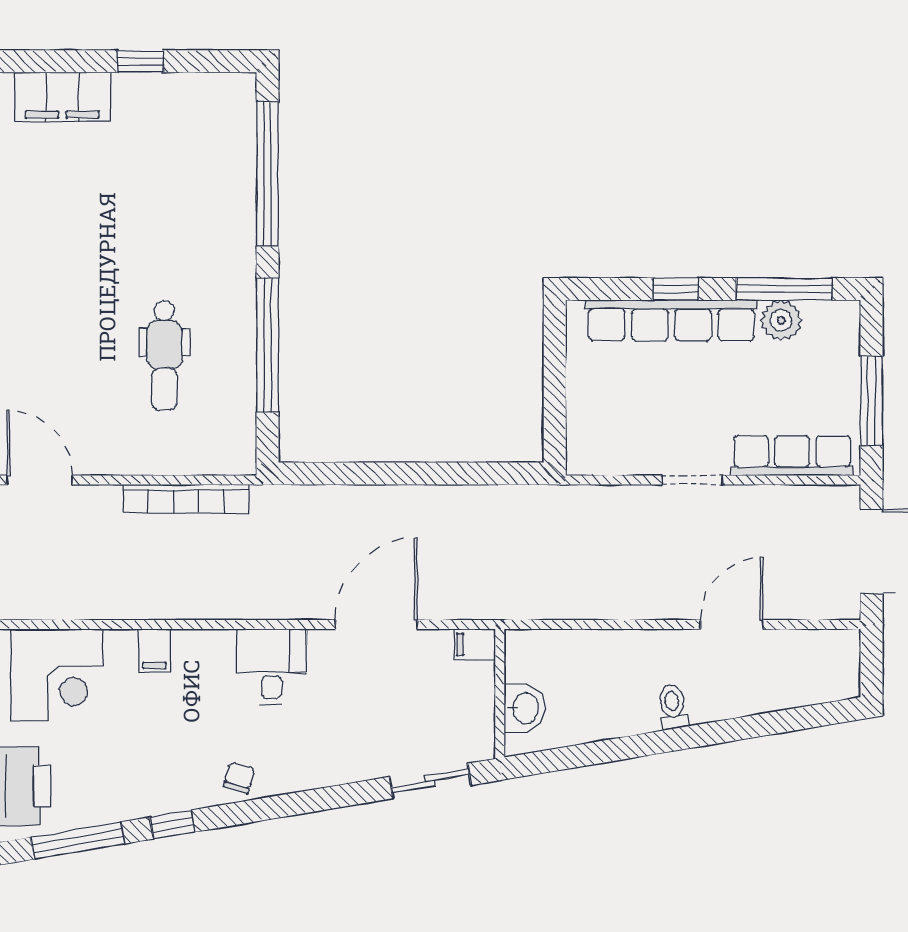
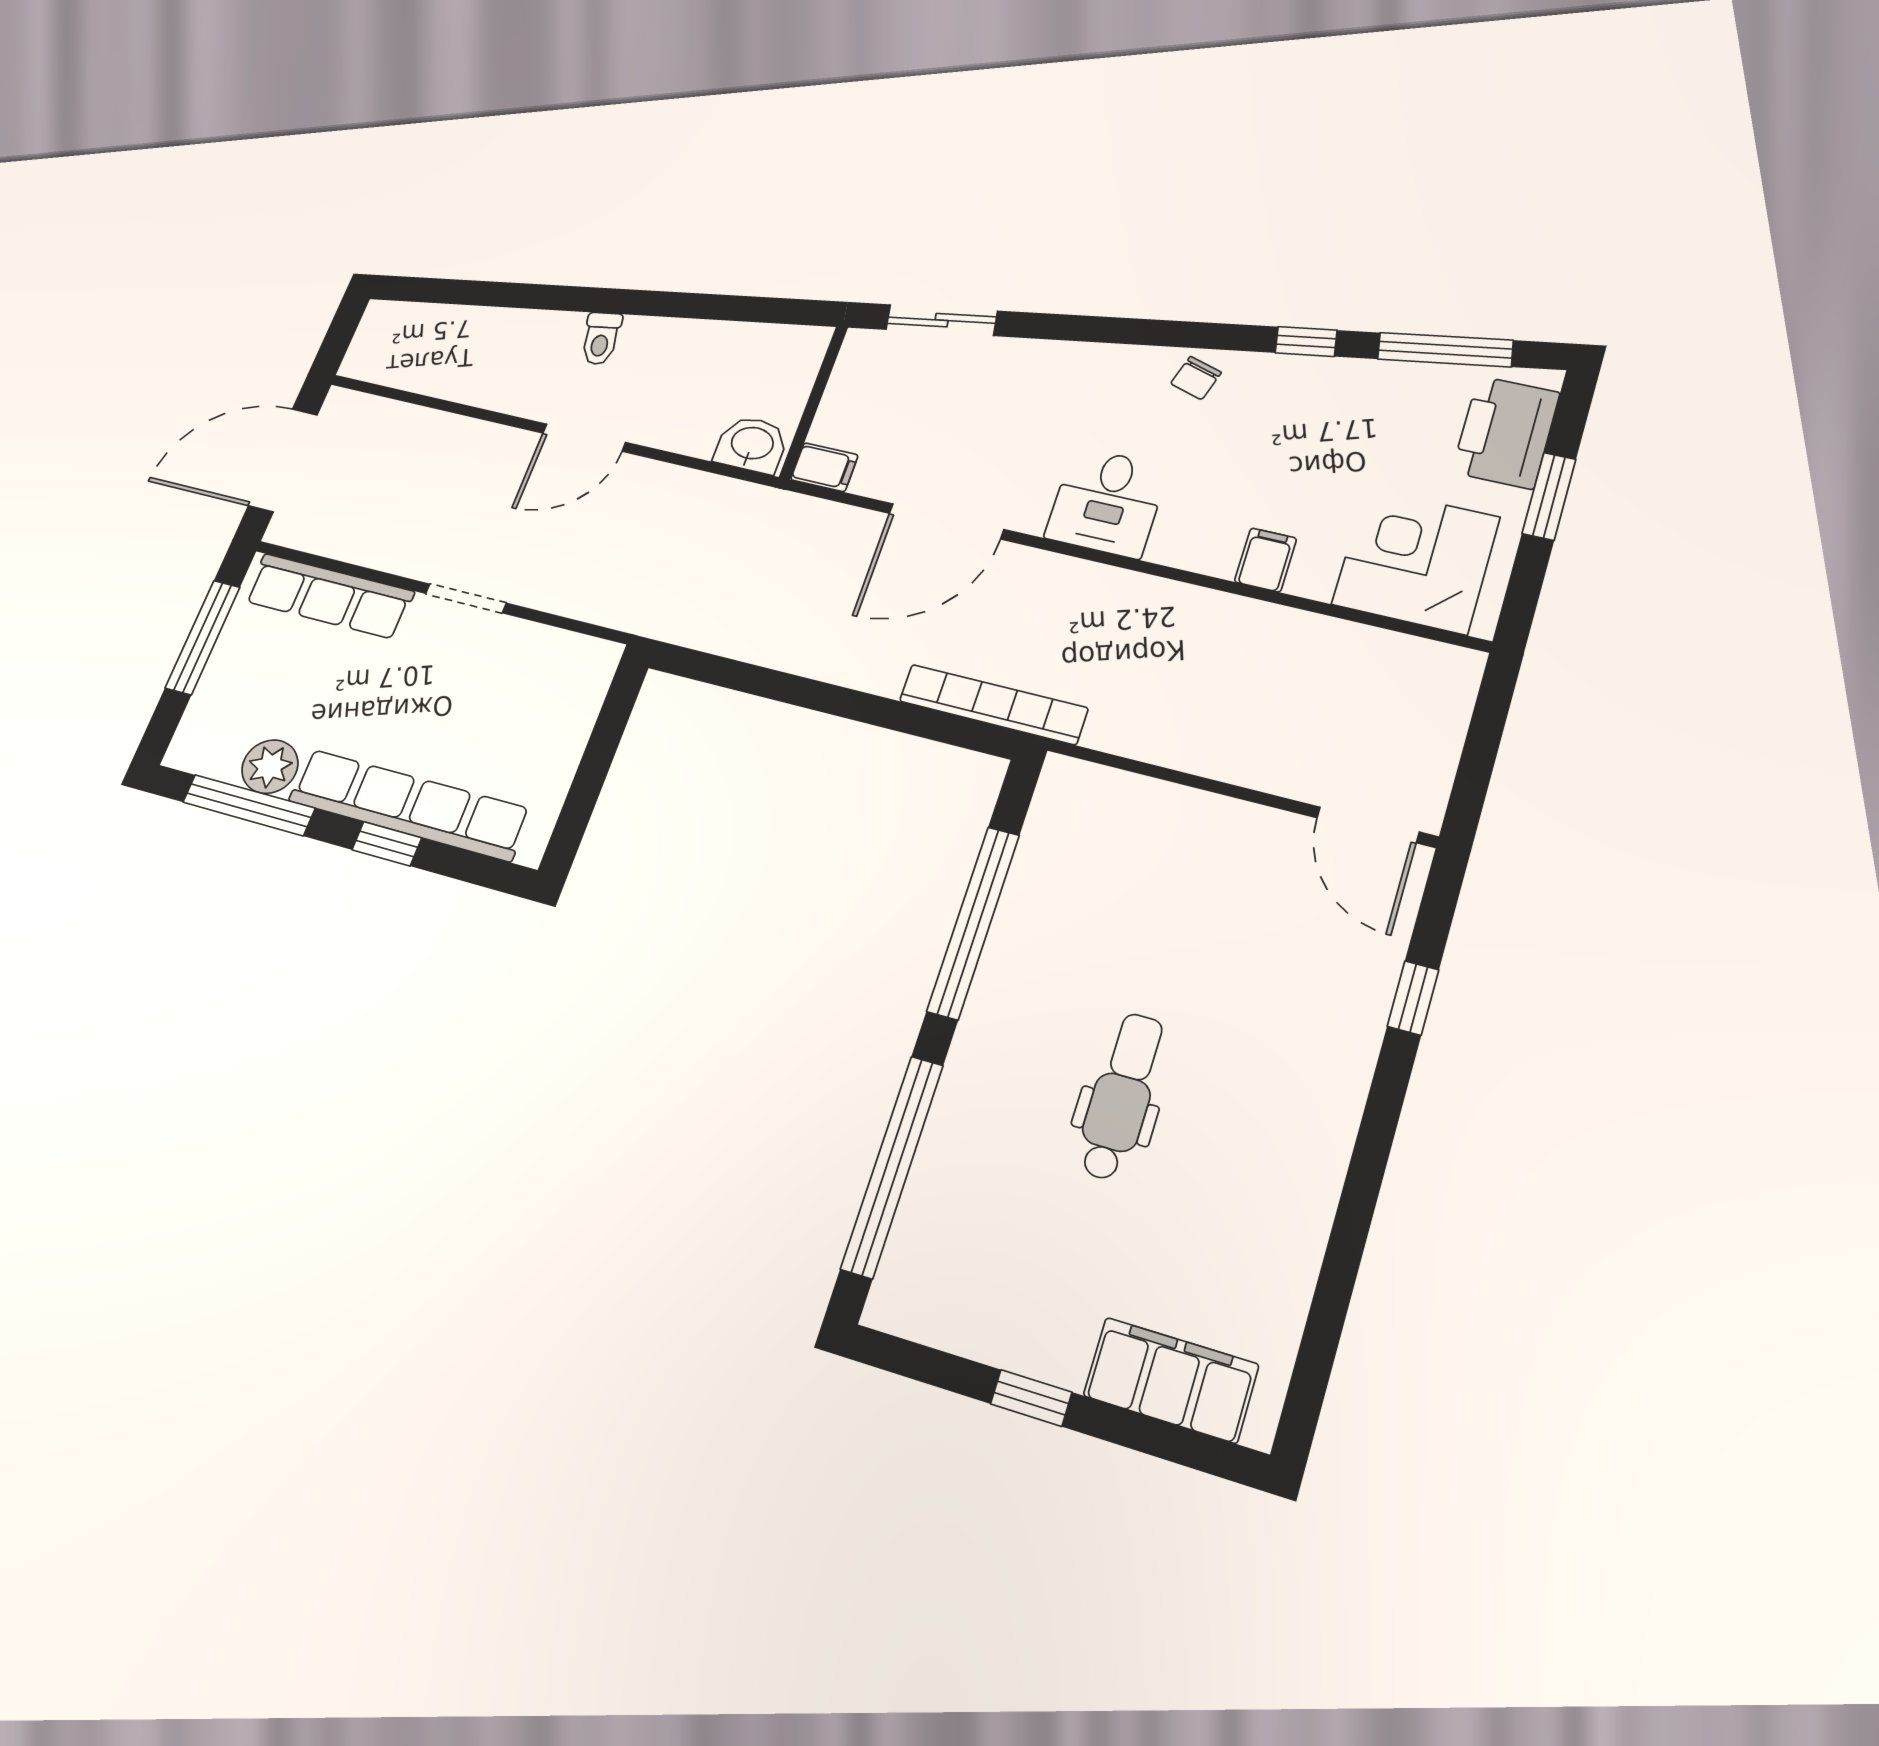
dental chair: (164, 356) -> (1121, 1096), moved
bookcase: (186, 499) -> (993, 705), moved
door: (732, 625) -> (584, 438), moved
washbasin: (524, 708) -> (752, 445), moved, turned 90

